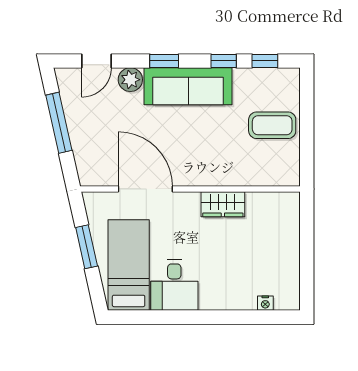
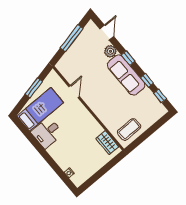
door: (96, 61) -> (107, 33), swing flipped
coffee table: (272, 125) -> (129, 129), moved, turned 90
door: (145, 189) -> (74, 92), width x0.53
wardrobe: (223, 204) -> (107, 143), moved

